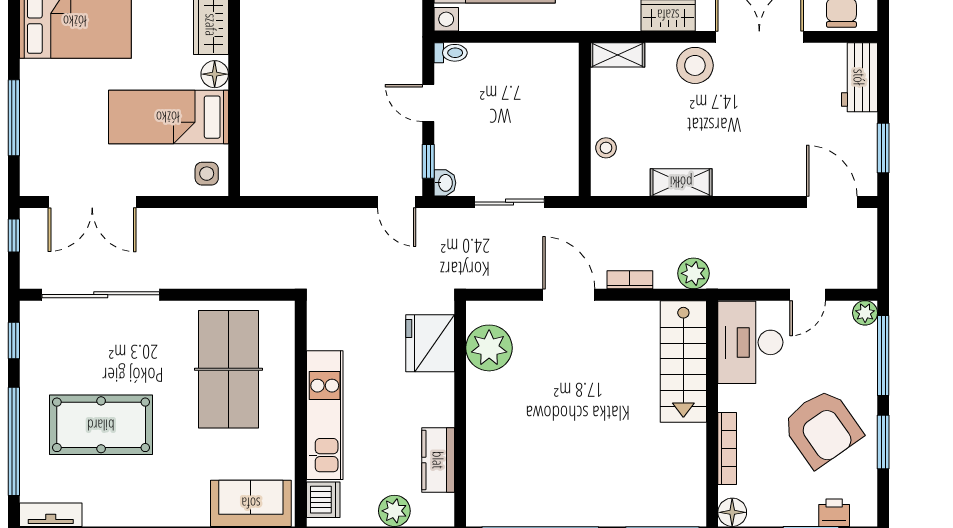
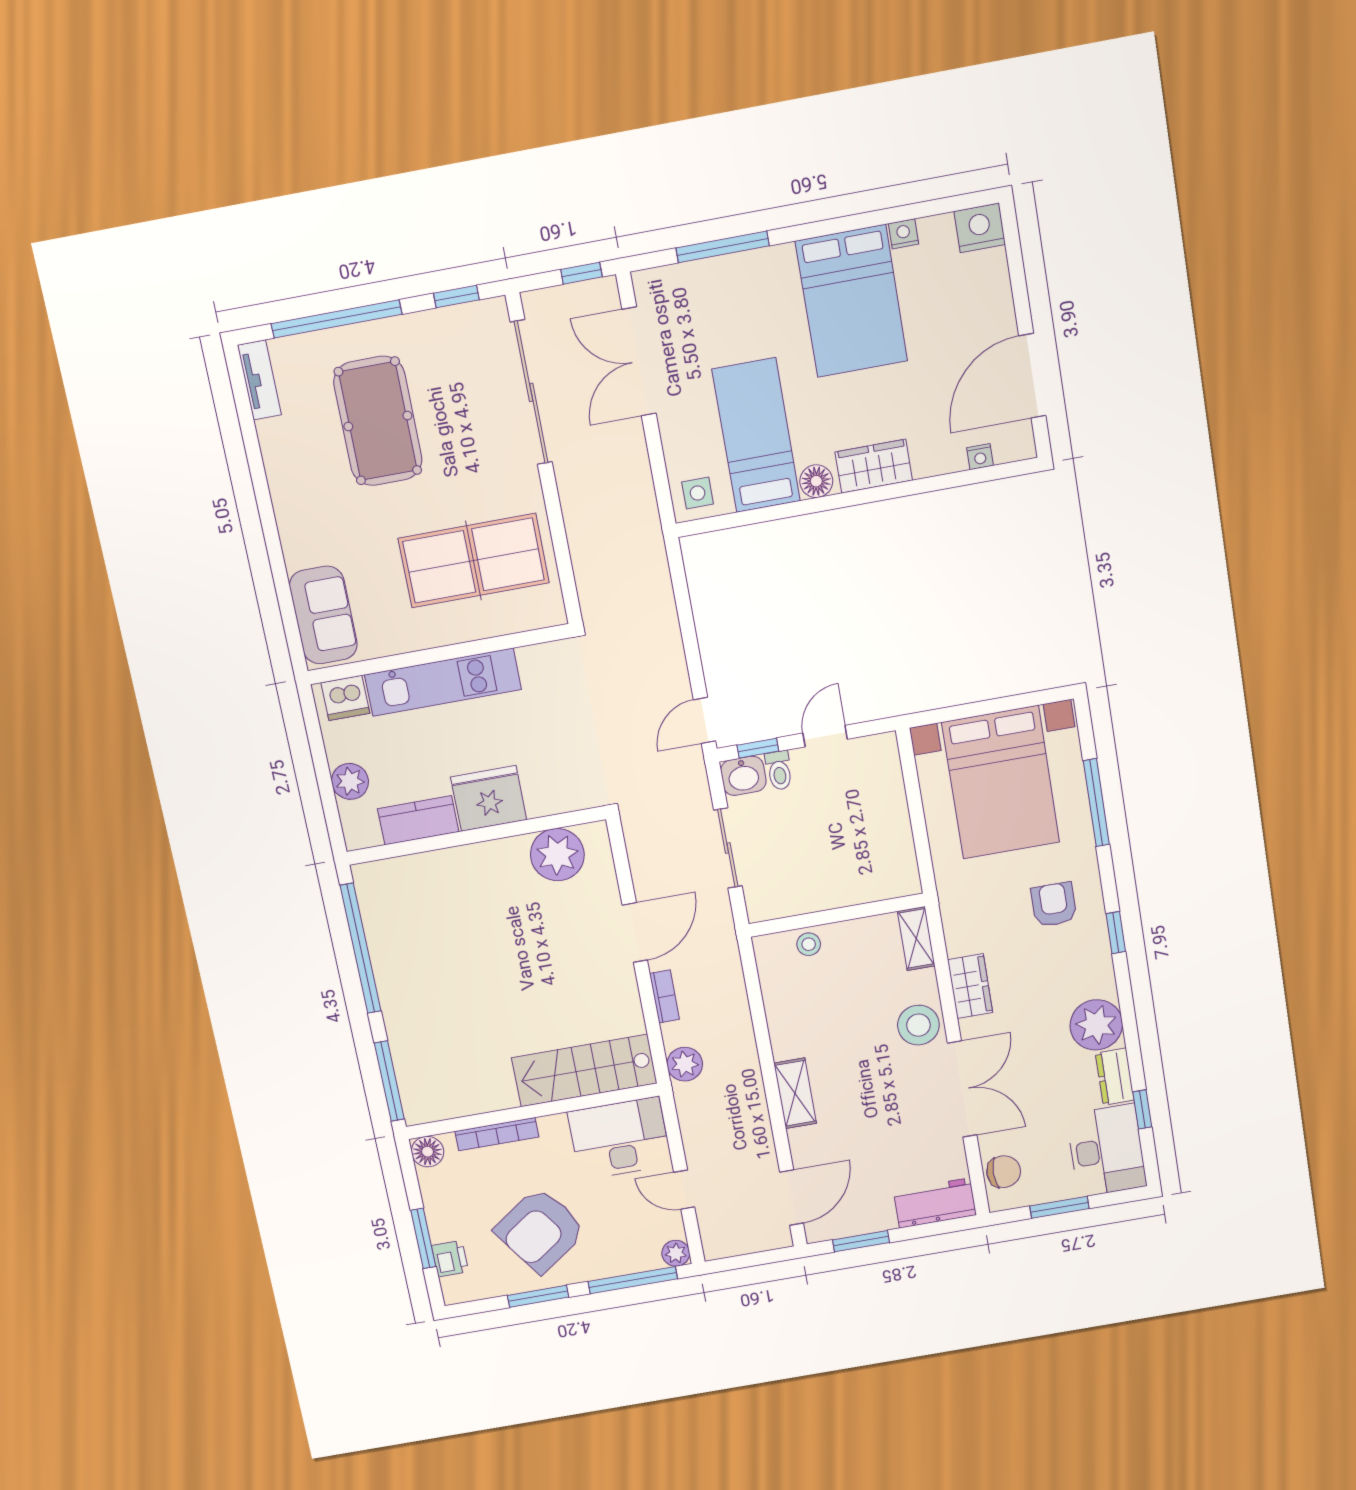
toilet: (451, 53) -> (779, 770), moved
shelving: (681, 182) -> (795, 1093), moved
washbasin: (445, 183) -> (743, 776), width x1.38, depth x1.45
fridge: (430, 343) -> (489, 798), moved

